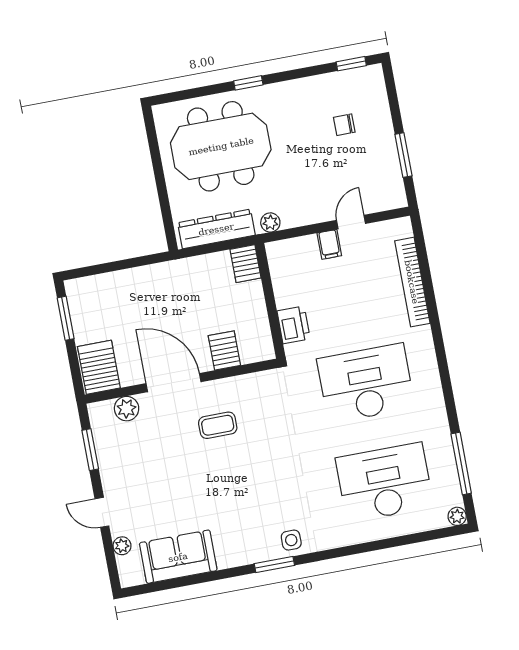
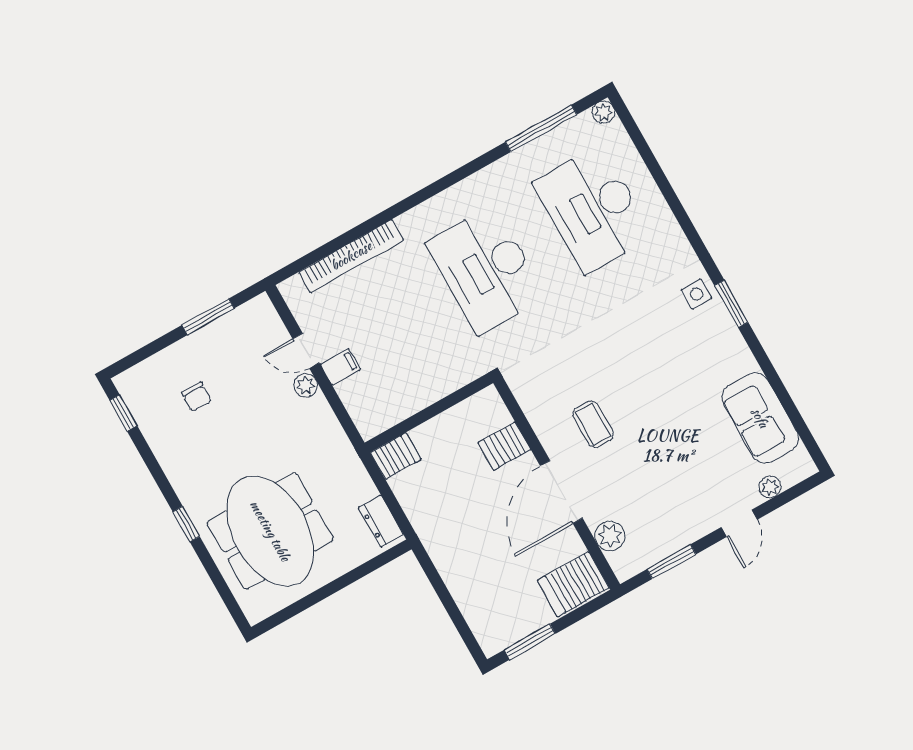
plant: (270, 222) -> (306, 385), moved
dresser: (216, 229) -> (381, 521), width x0.51, depth x0.80
printer: (294, 325) -> (447, 376), removed

